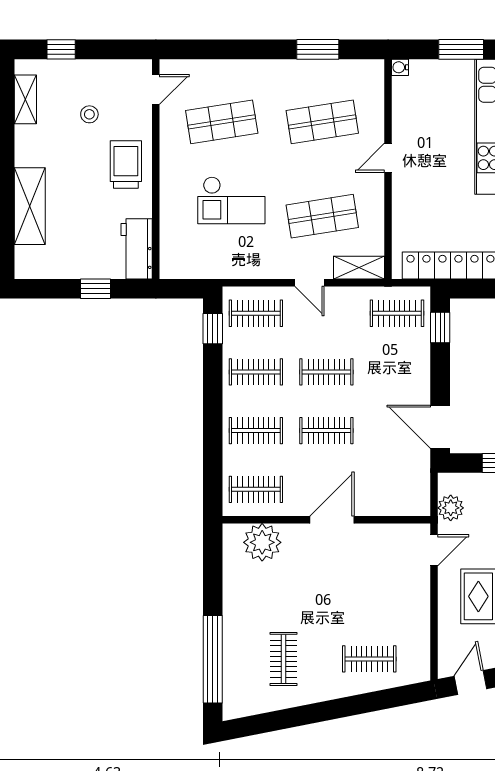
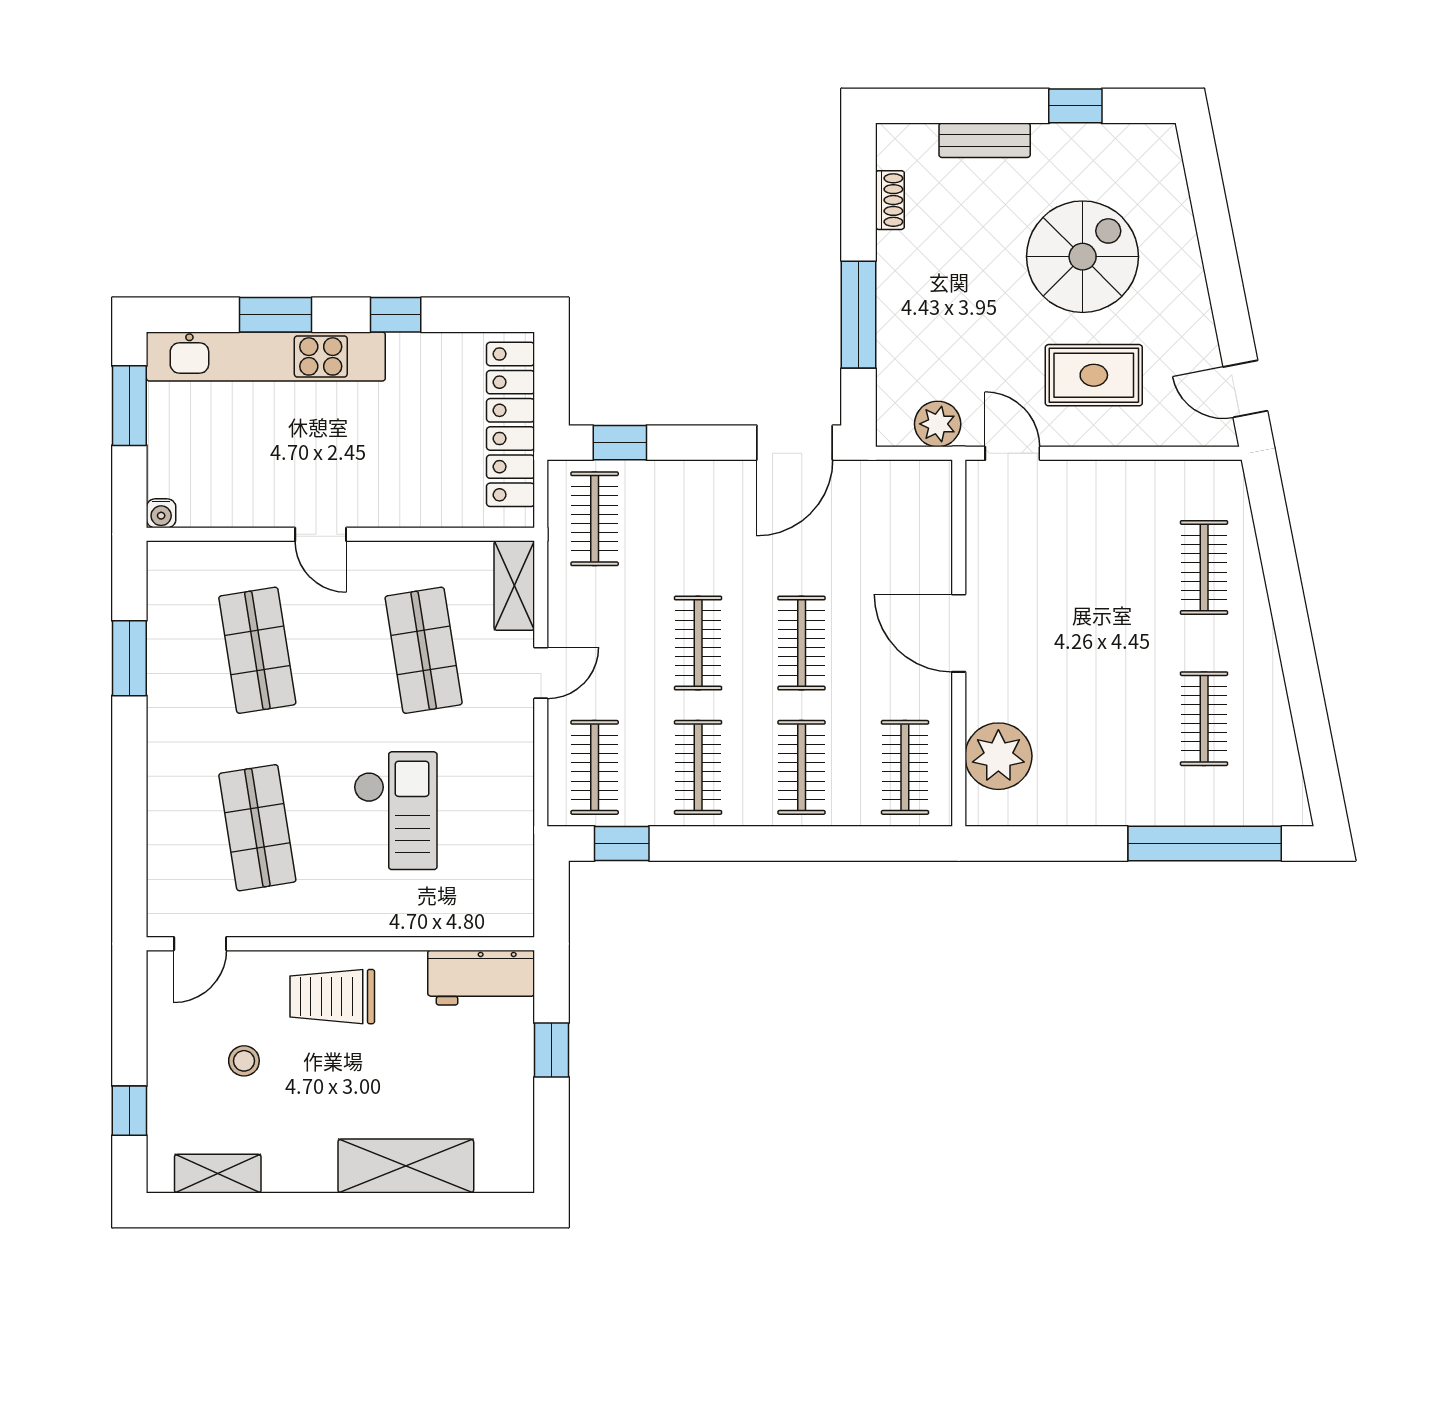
door: (156, 89) -> (200, 944), swing flipped
clothes rail: (284, 659) -> (1204, 719), turned 90

